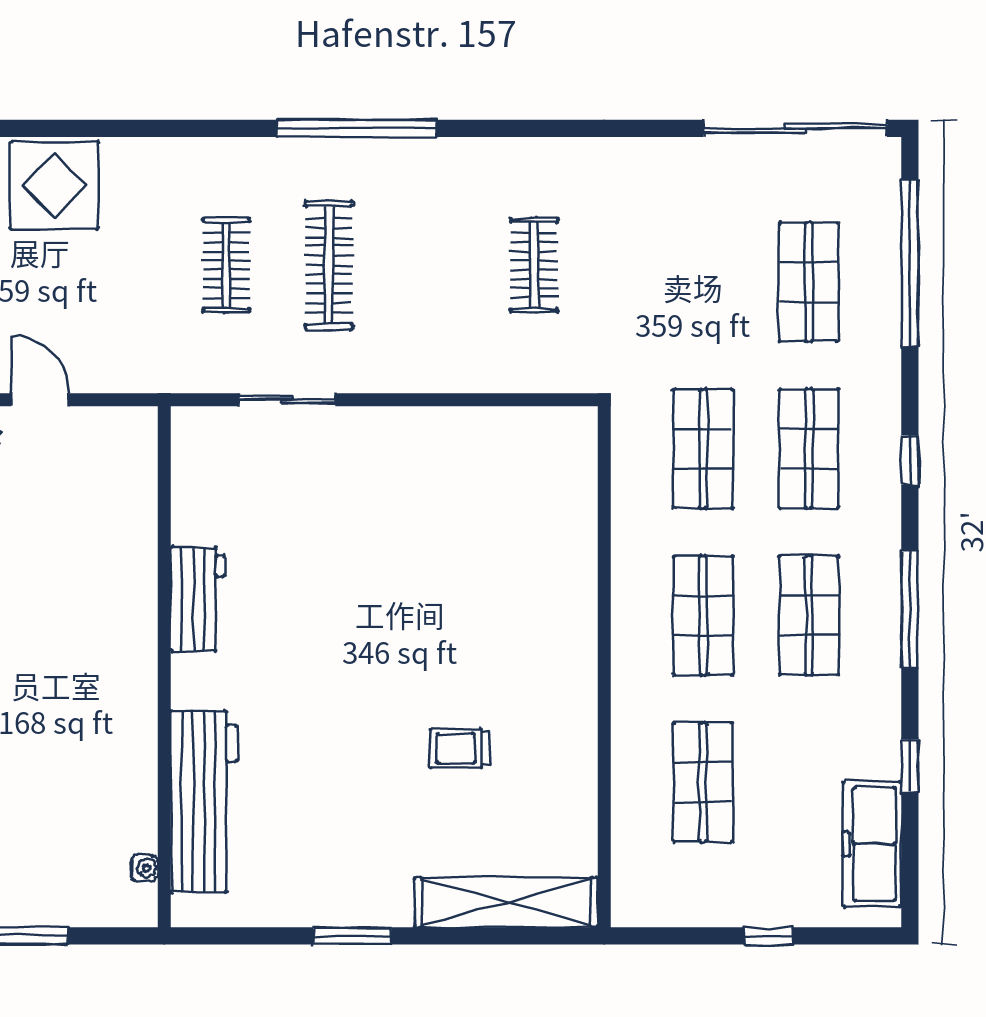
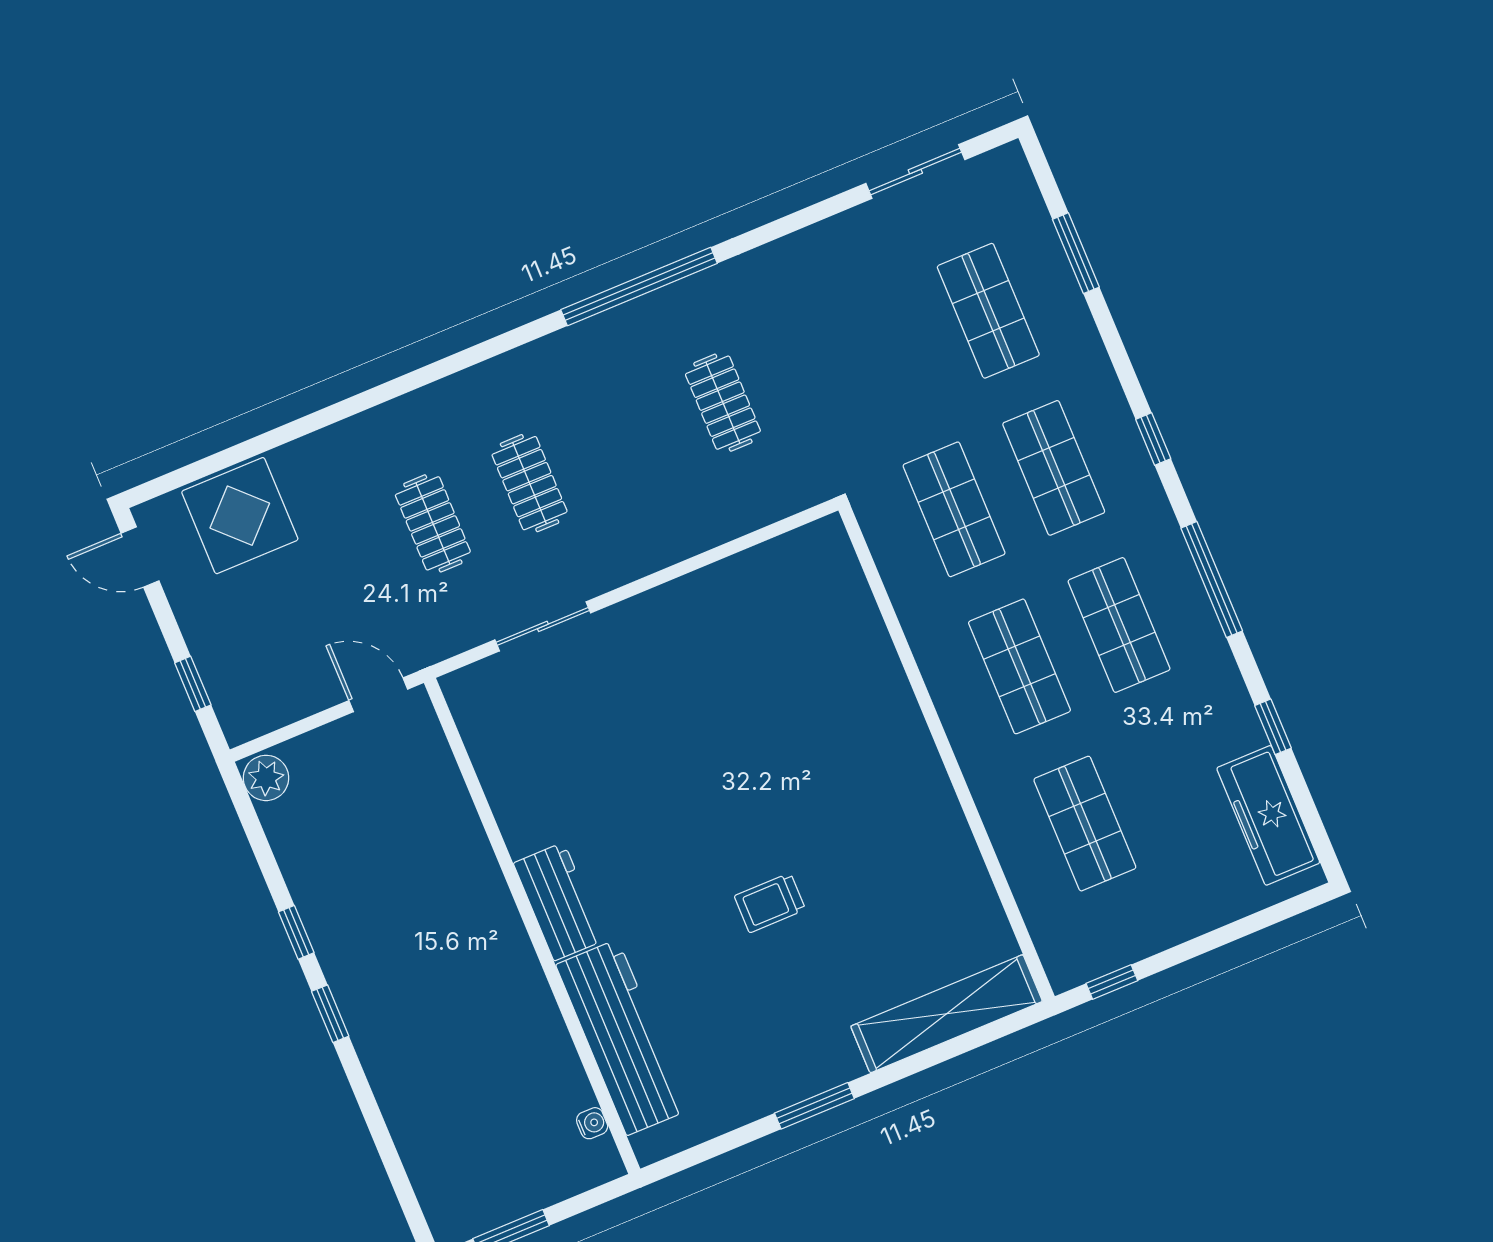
window: (356, 128) -> (639, 286), moved
sliding door: (795, 128) -> (915, 172), width x0.54
window: (910, 263) -> (1076, 253), width x0.47
clothes rail: (329, 265) -> (530, 483), width x0.73
door: (40, 400) -> (378, 695), moved
workbench: (198, 599) -> (559, 902), moved
trolley: (460, 749) -> (770, 903), moved
window: (768, 936) -> (1112, 982), moved

